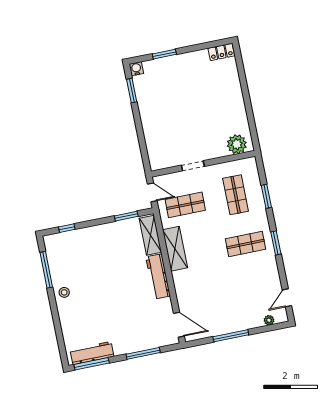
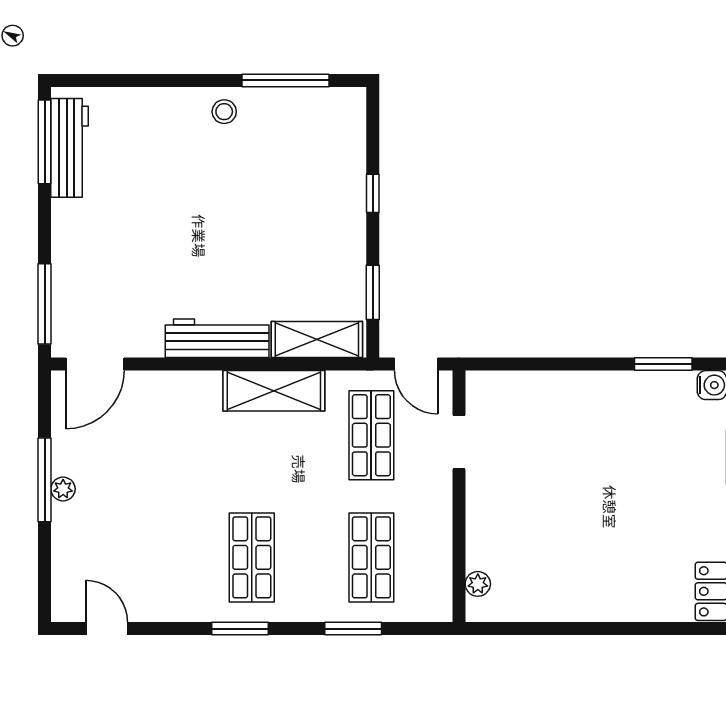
plant: (237, 144) -> (478, 584), width x0.53, depth x0.53
doorway: (193, 166) -> (459, 442), moved
door: (152, 192) -> (416, 364), hinge flipped
shop shelf: (236, 195) -> (371, 557), turned 90
window: (67, 228) -> (373, 193), moved
plant: (269, 320) -> (63, 489), moved
window: (143, 353) -> (45, 304), moved

